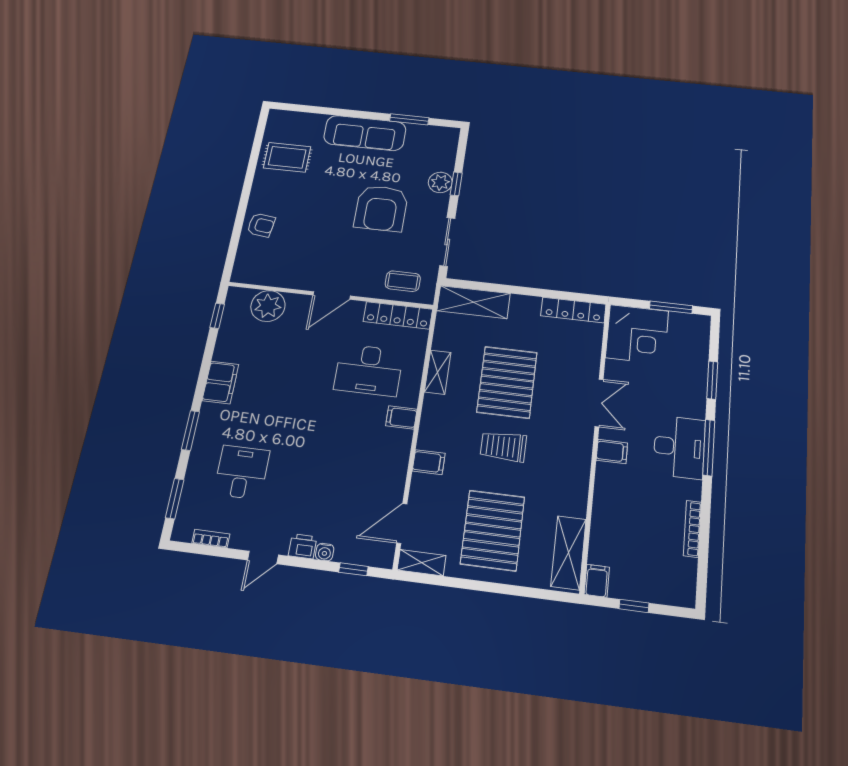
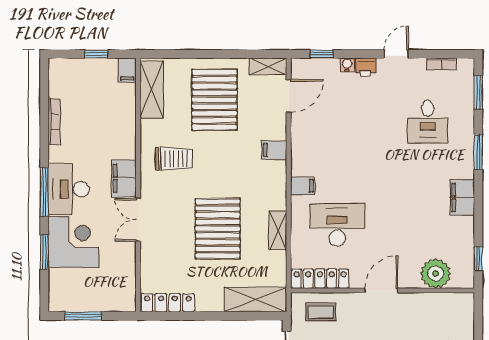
corner desk: (637, 334) -> (74, 242), moved, turned 90
trolley: (503, 446) -> (174, 159), moved
filing cabinet: (612, 452) -> (124, 178), width x2.00

